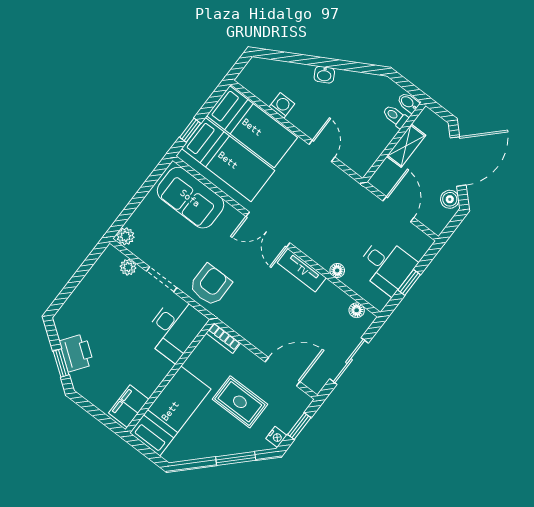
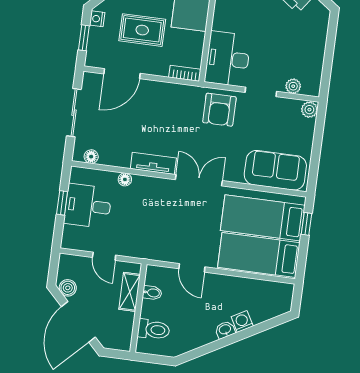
bidet: (408, 103) -> (152, 293), moved
washing machine: (282, 105) -> (242, 321), moved, turned 151
toilet: (395, 116) -> (154, 330), width x1.37, depth x1.39
shelving: (406, 146) -> (130, 292), moved
door: (398, 209) -> (104, 256), width x0.73

